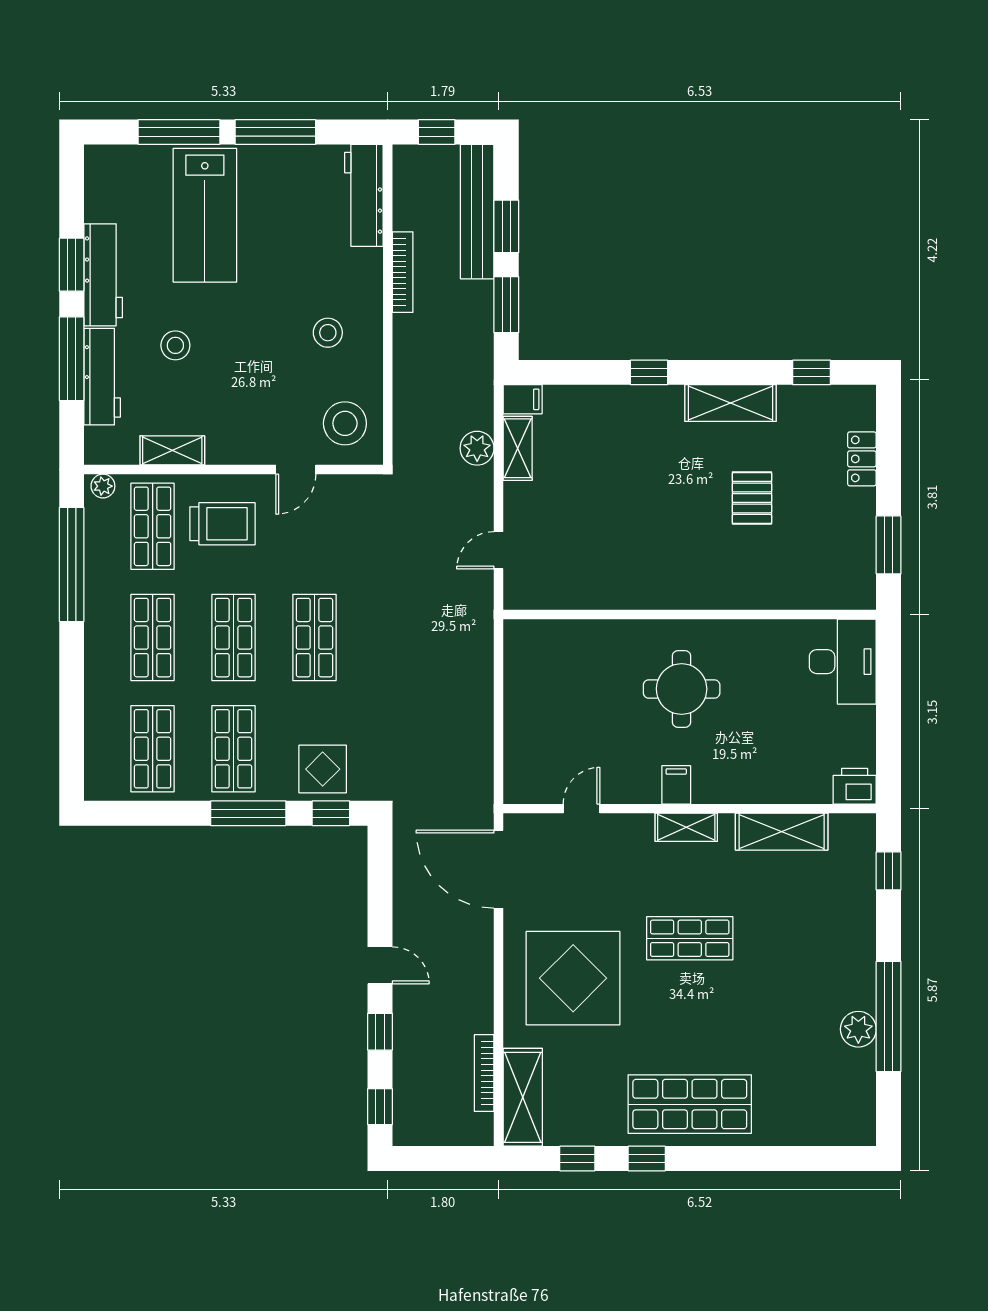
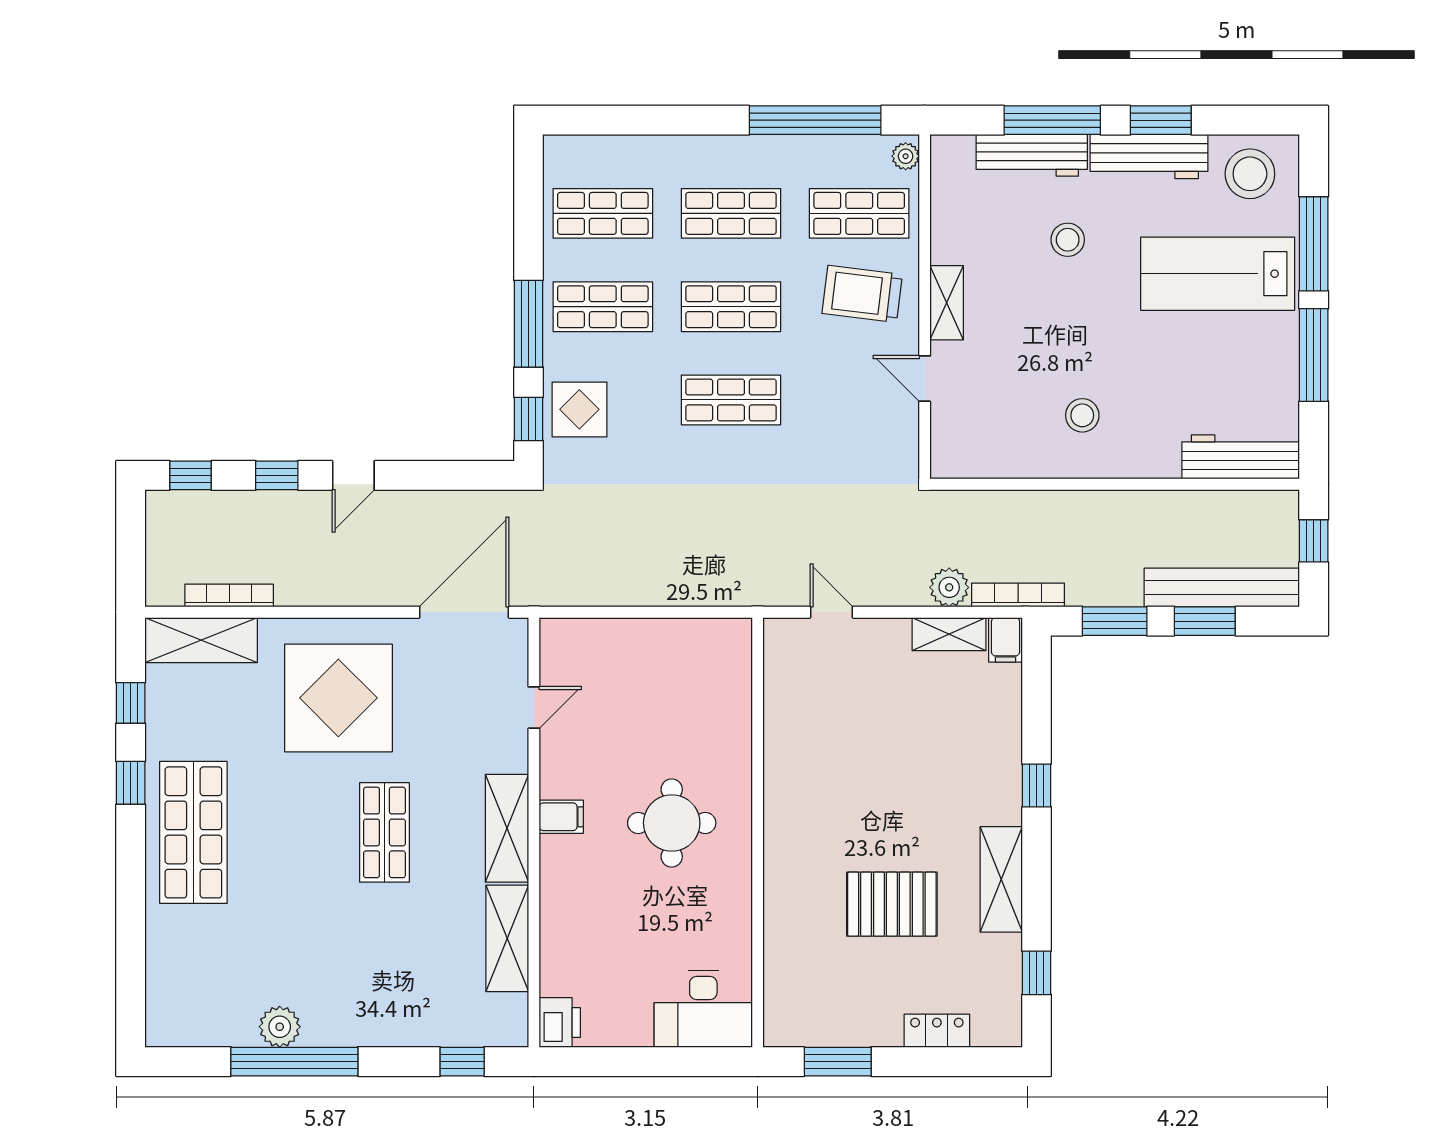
bookcase: (403, 272) -> (1018, 595), moved, turned 180
stool: (345, 423) -> (1250, 174), moved
shelving: (172, 450) -> (947, 303), moved
pallet: (752, 498) -> (892, 904), width x1.50, depth x1.42
trolley: (222, 524) -> (862, 294), turned 97
door: (581, 809) -> (534, 708), hinge flipped
shelving: (686, 827) -> (507, 828), width x1.50, depth x1.33

